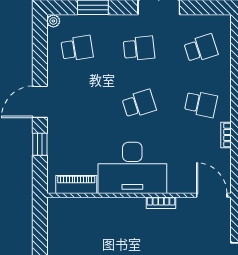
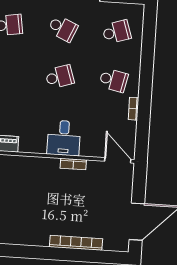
school desk: (139, 48) -> (63, 28), turned 30
desk: (132, 168) -> (64, 138), width x0.53, depth x0.77

